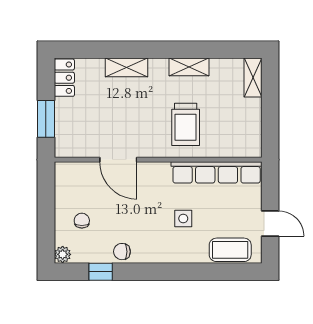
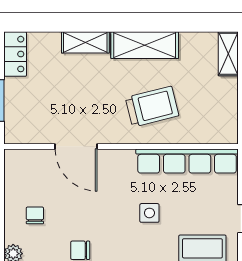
shelving: (189, 67) -> (145, 45), width x1.50, depth x1.33
trolley: (186, 124) -> (152, 107), turned -104

